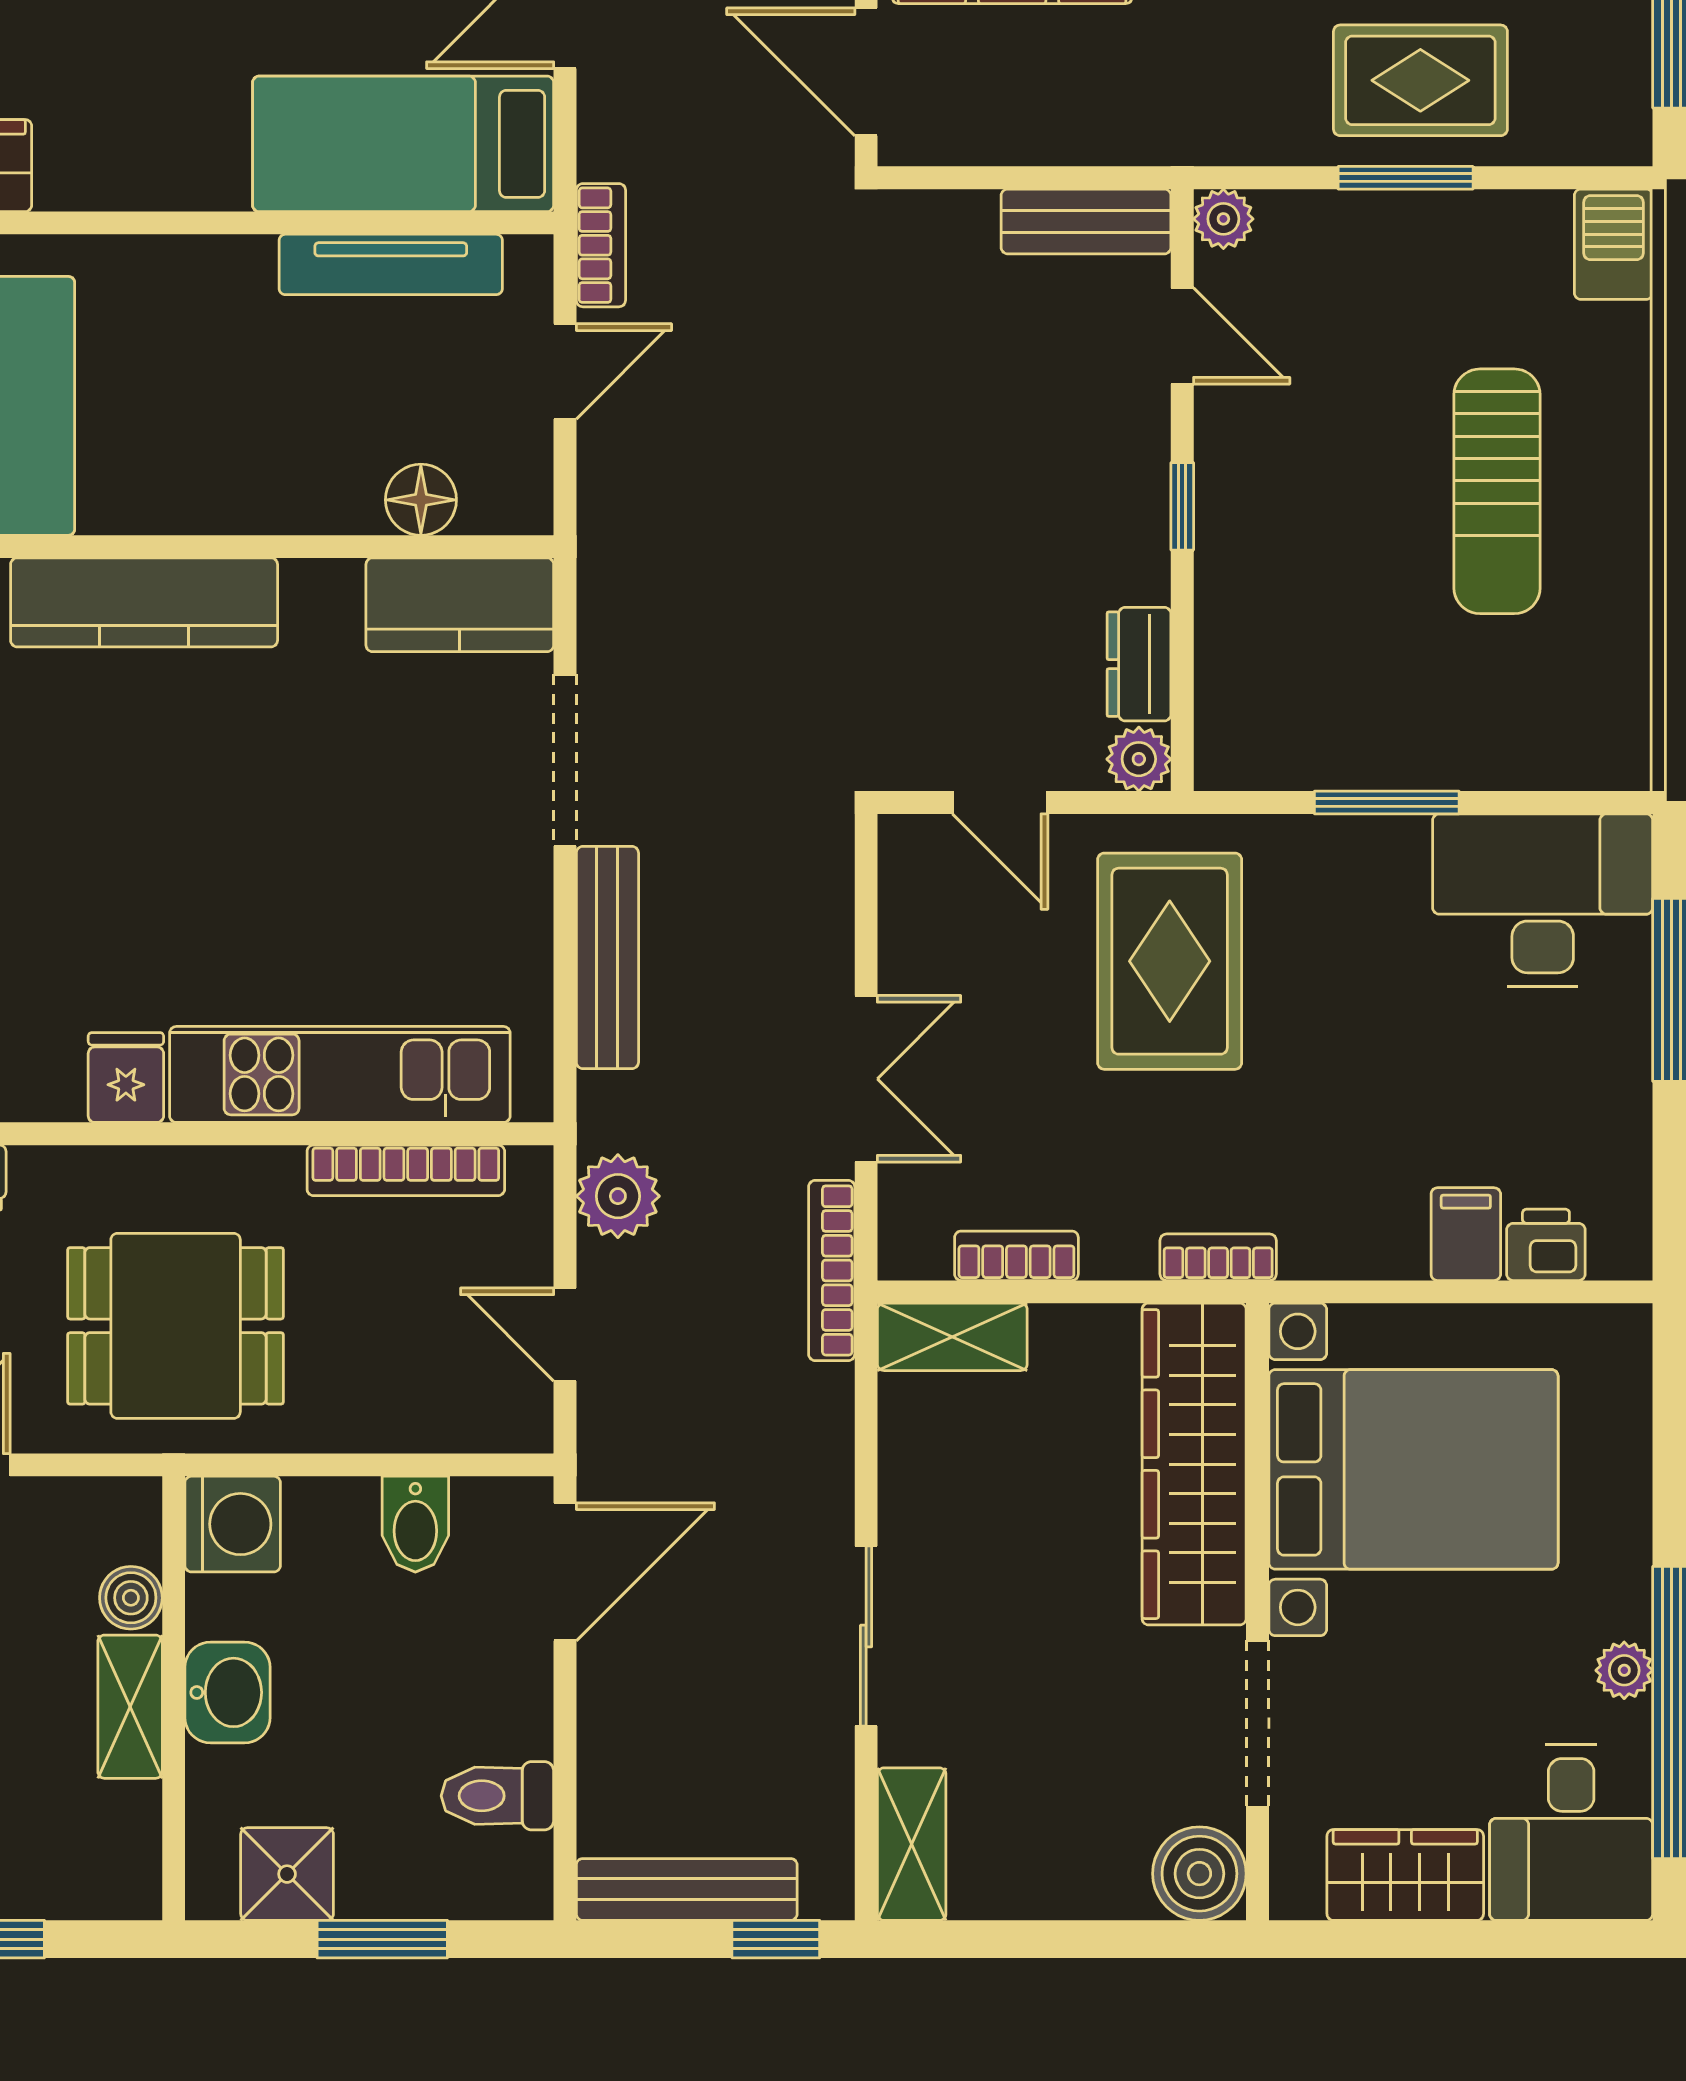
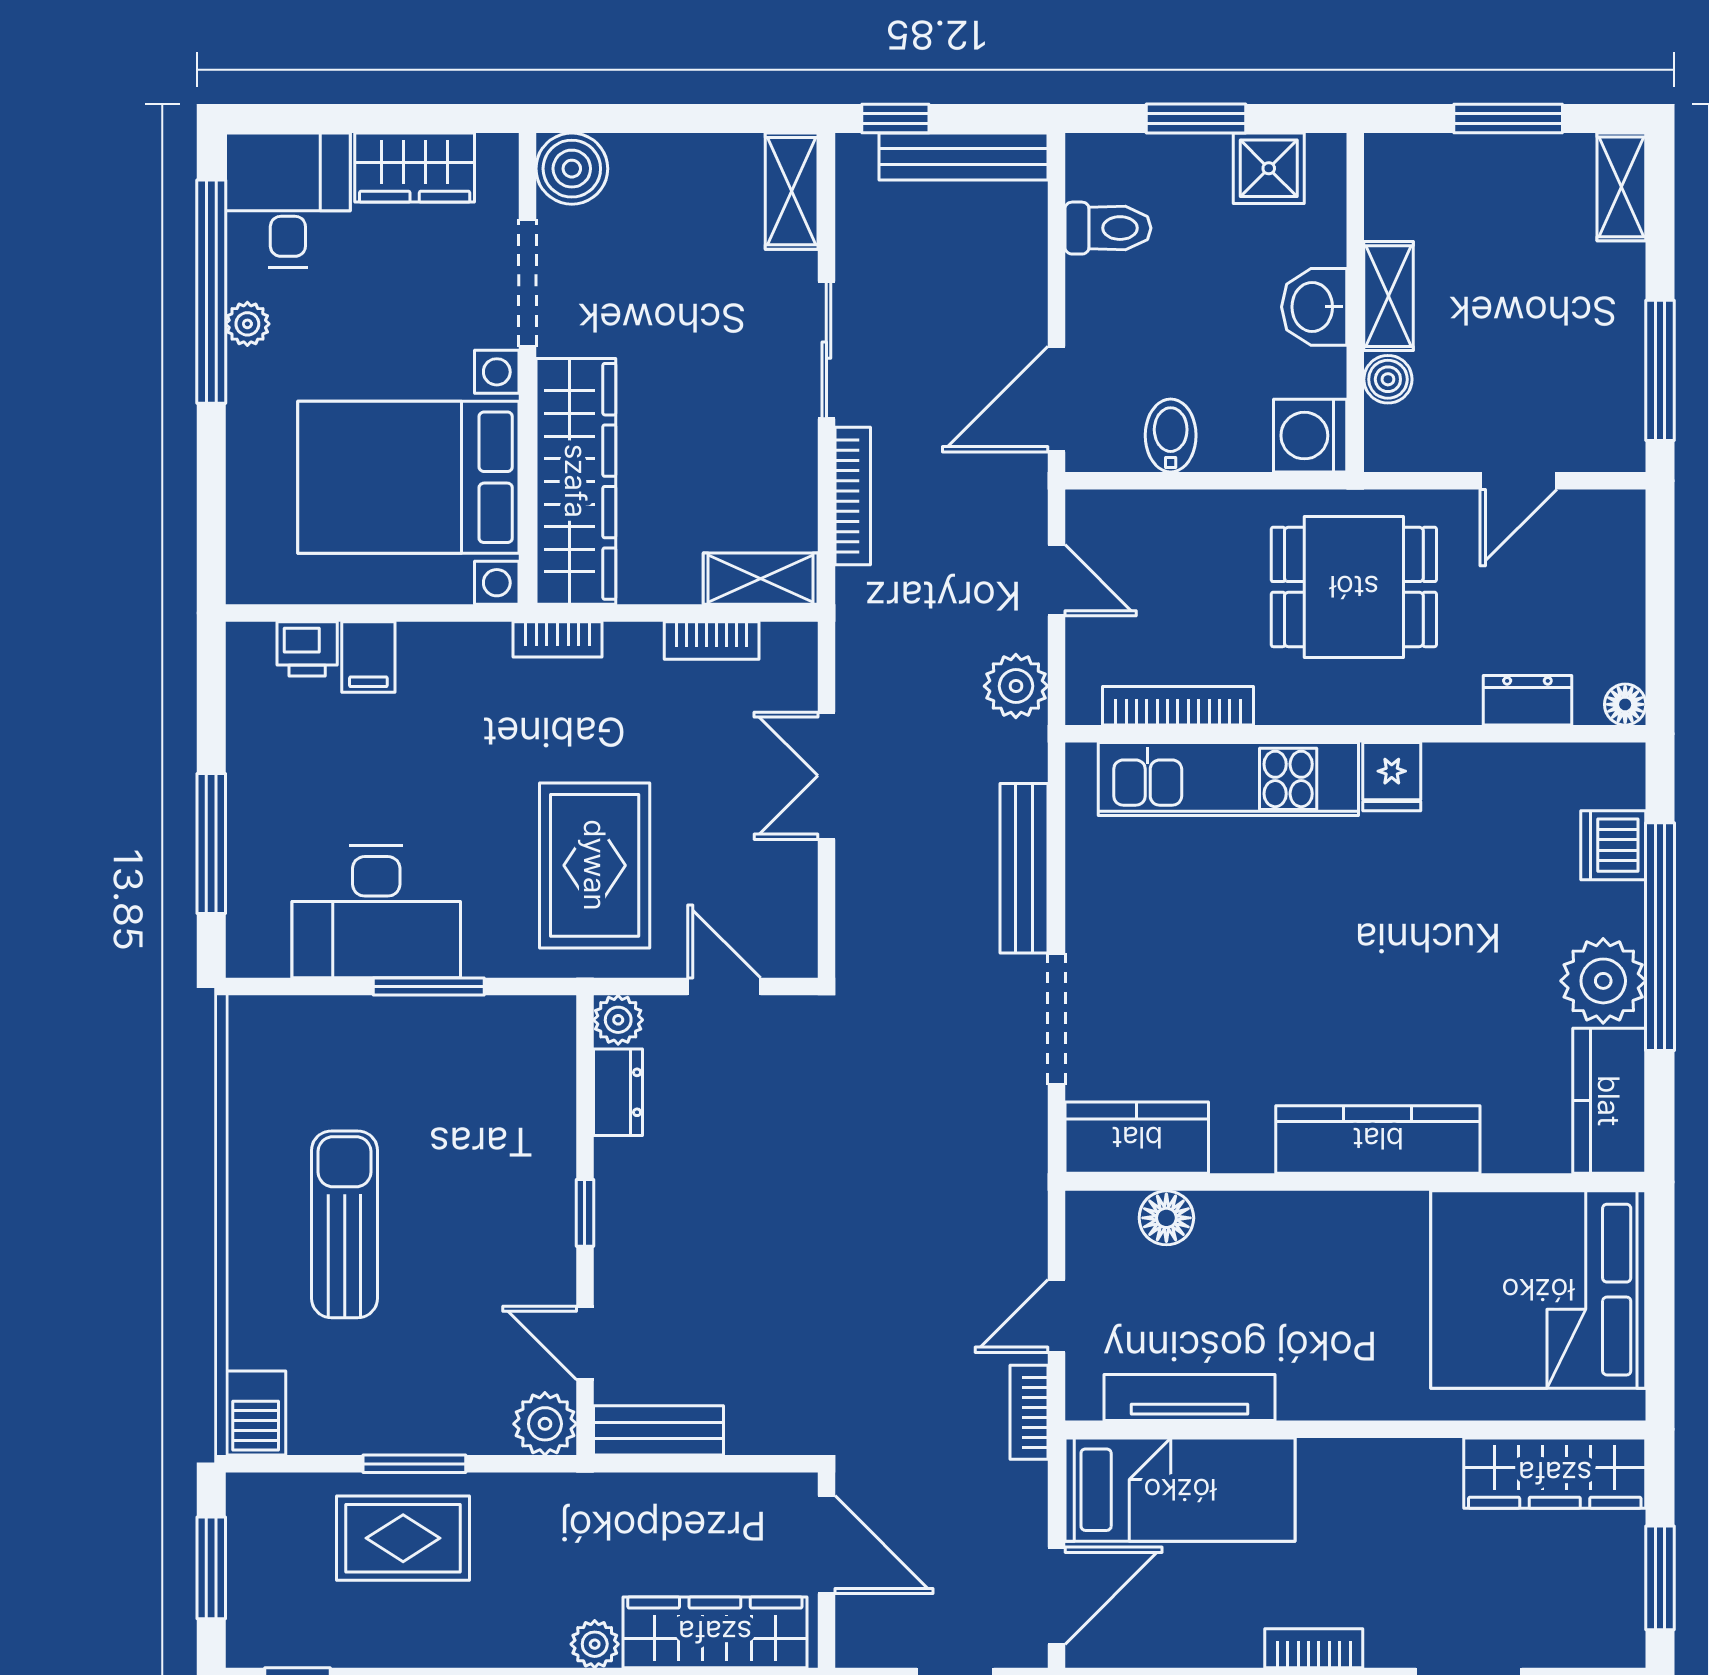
plant: (1223, 219) -> (545, 1424), width x1.38, depth x1.38
desk: (1543, 900) -> (376, 912), moved
bookcase: (832, 1270) -> (853, 496), moved

